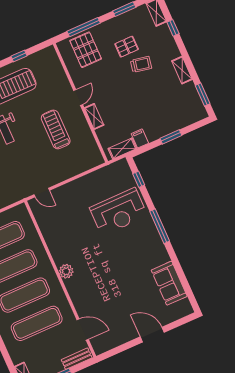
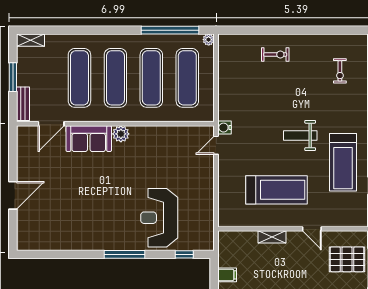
door: (78, 97) -> (312, 229), moved
treadmill: (56, 129) -> (276, 190), width x1.37, depth x1.38
shelving: (122, 149) -> (225, 252), removed
water cooler: (25, 192) -> (225, 128), added
sofa: (169, 283) -> (89, 139), moved, turned 180

